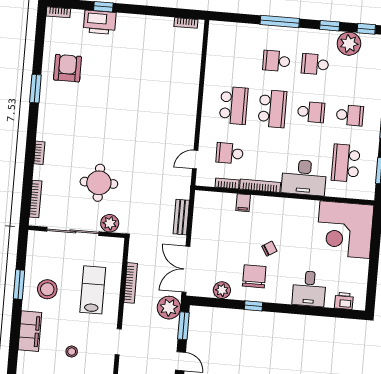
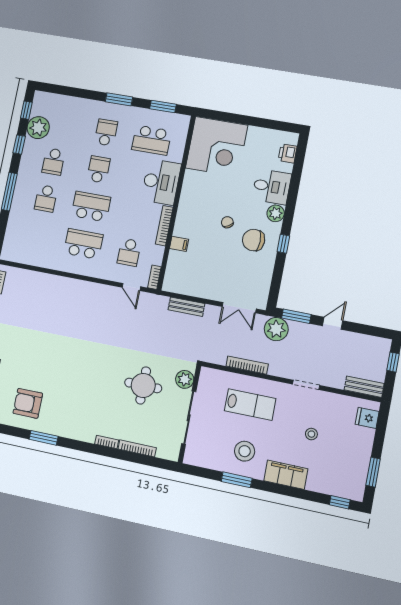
bookcase: (227, 183) -> (154, 277), moved
bookcase: (36, 199) -> (137, 448), moved
double door: (186, 269) -> (239, 308), width x0.73
lab bench: (93, 290) -> (250, 405), turned 180
plant: (222, 290) -> (276, 213), moved

